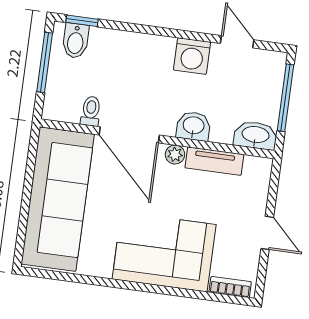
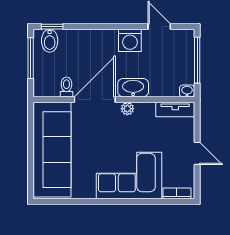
washbasin: (193, 126) -> (133, 88), width x1.38
door: (129, 135) -> (95, 100), swing flipped
washbasin: (255, 135) -> (187, 91), width x0.52, depth x0.69
tv unit: (214, 161) -> (175, 109), moved

